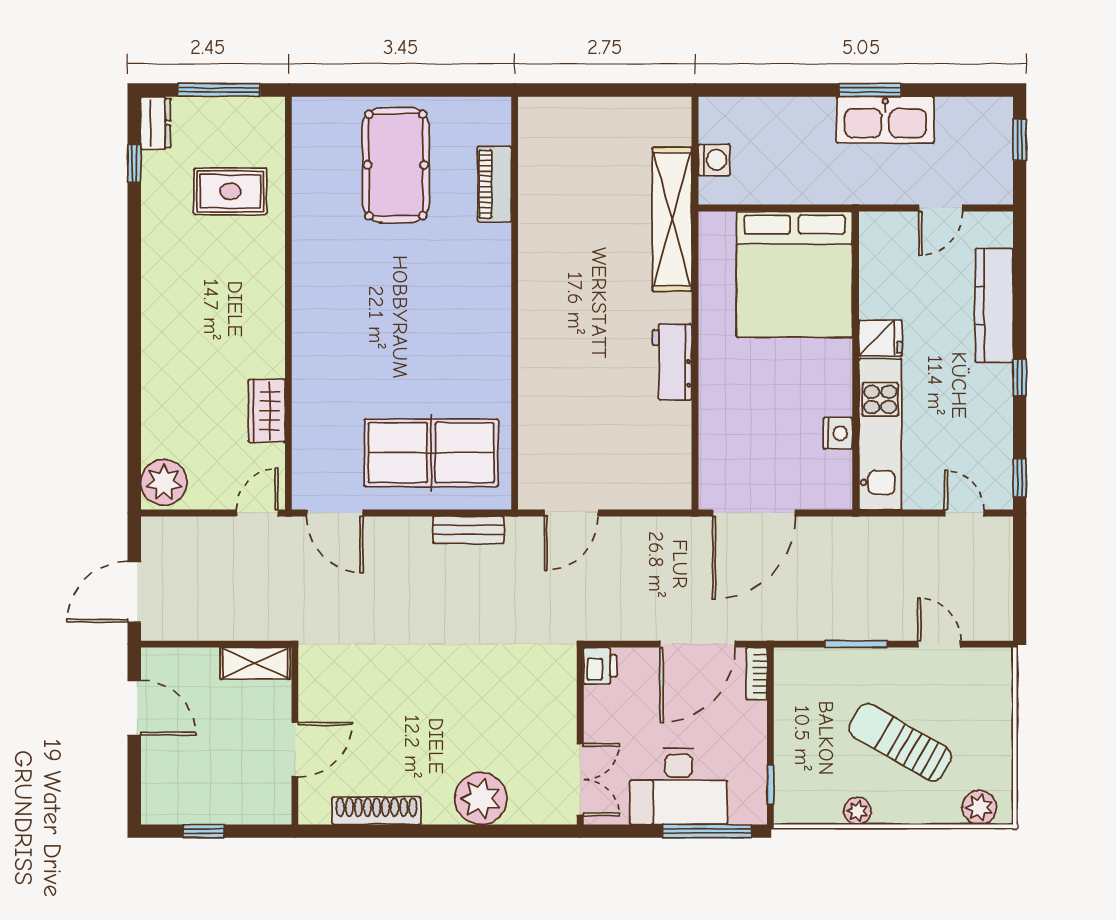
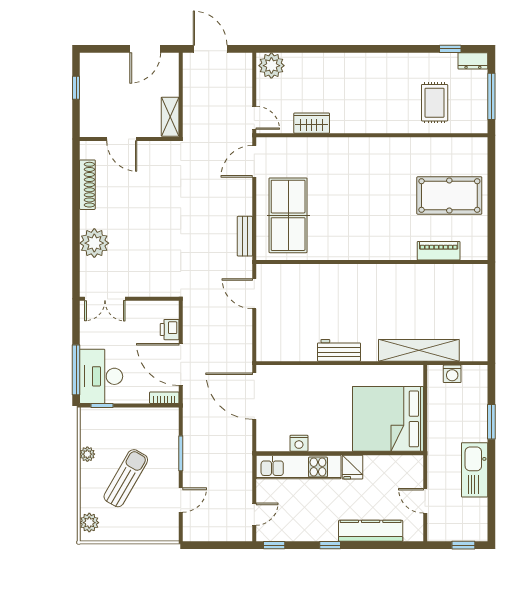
window: (870, 90) -> (491, 422), moved
printer: (600, 666) -> (170, 330), moved, turned 90
desk: (678, 786) -> (101, 376), moved

